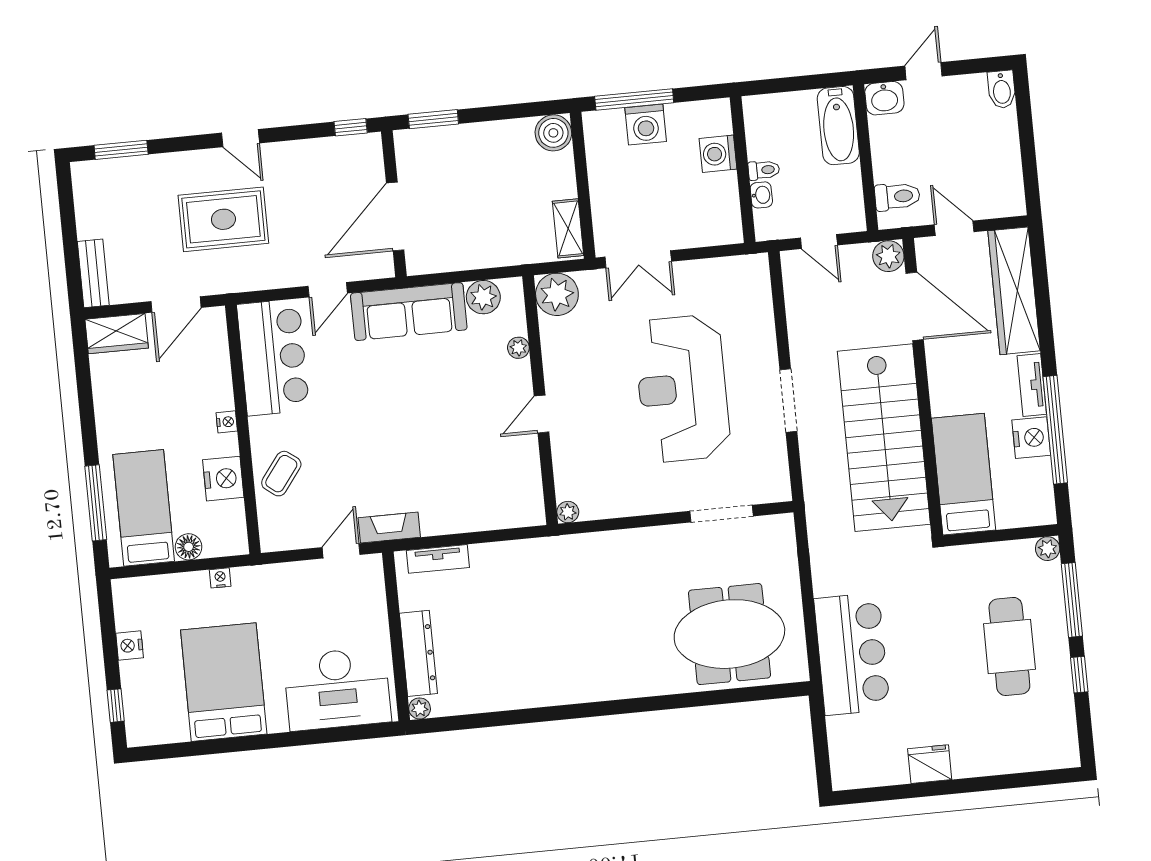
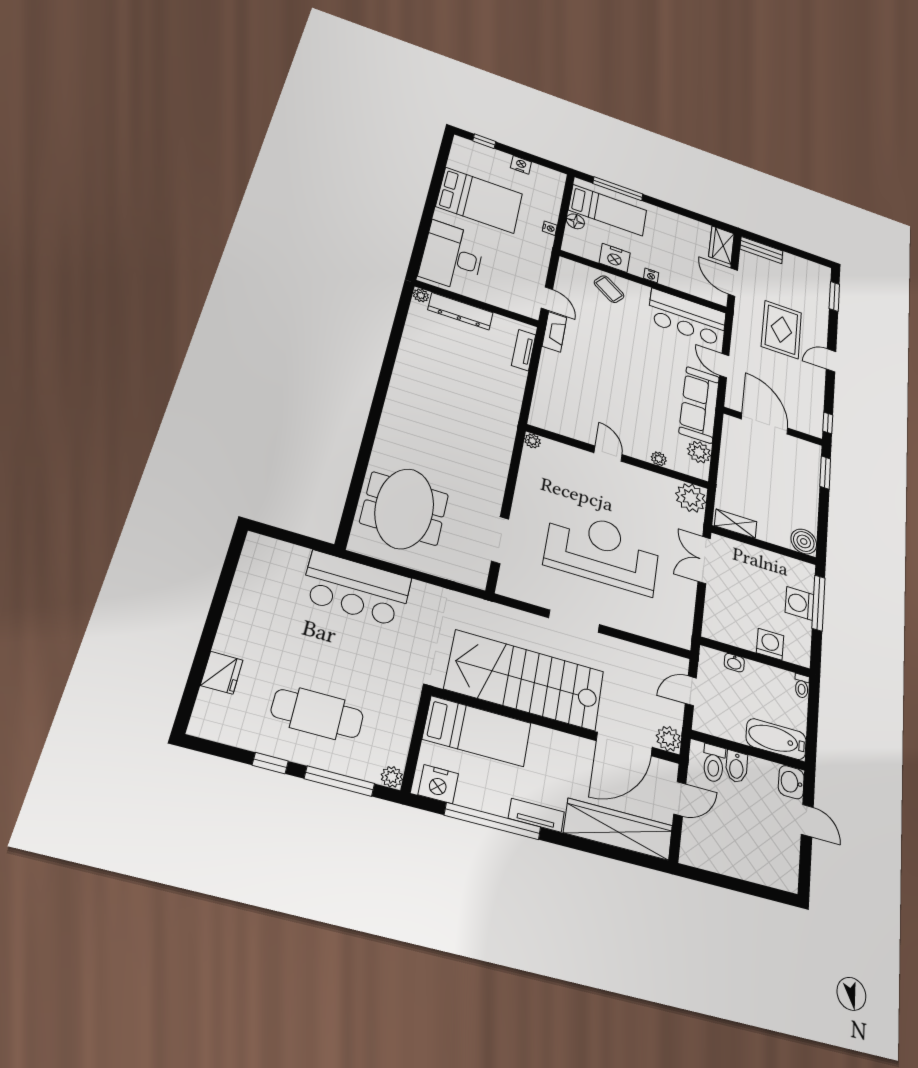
bidet: (1002, 89) -> (736, 767), moved, turned -90
toilet: (764, 170) -> (802, 686), moved
nightstand: (1031, 438) -> (438, 784), moved
fridge: (930, 764) -> (222, 673), moved

